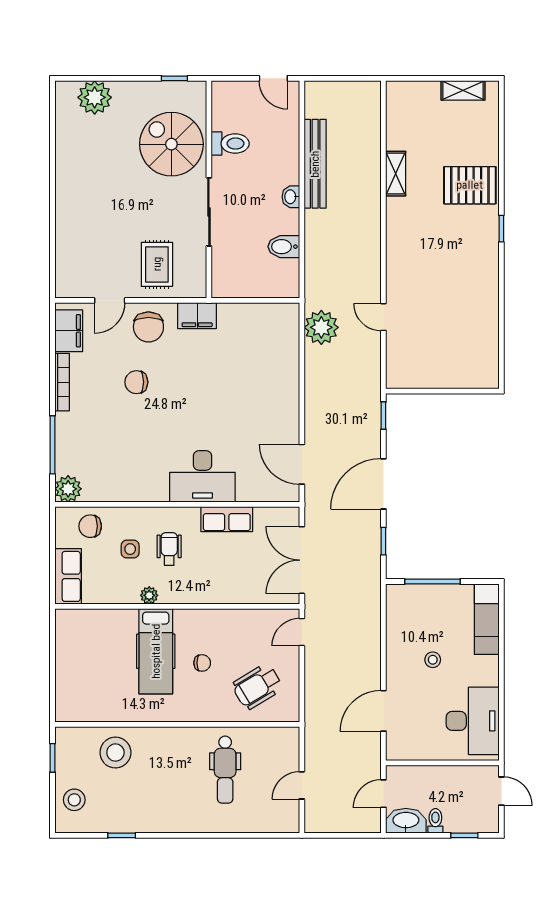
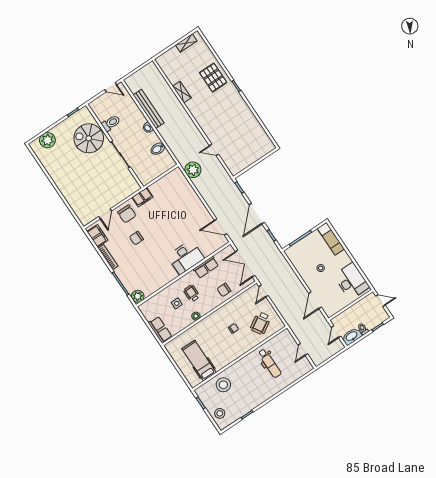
pallet: (470, 185) -> (213, 78), turned 90
rug: (157, 264) -> (114, 188), removed
chair: (90, 526) -> (224, 290), moved
hospital bed: (156, 651) -> (199, 361), moved, turned 180

